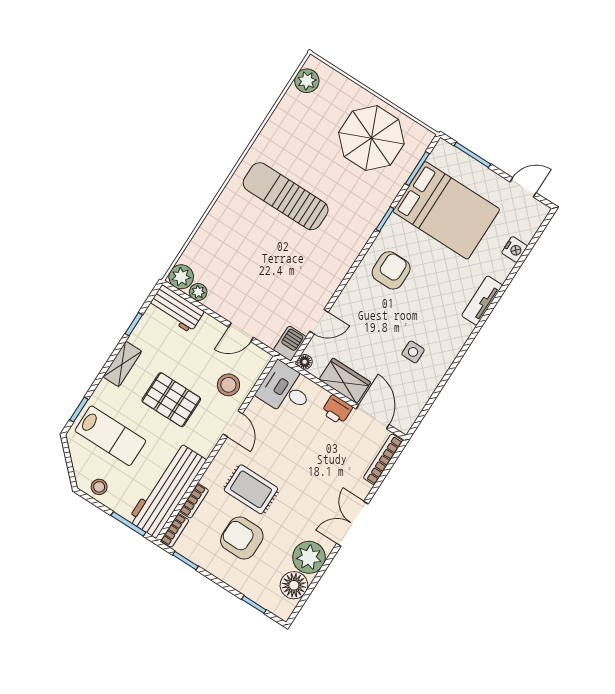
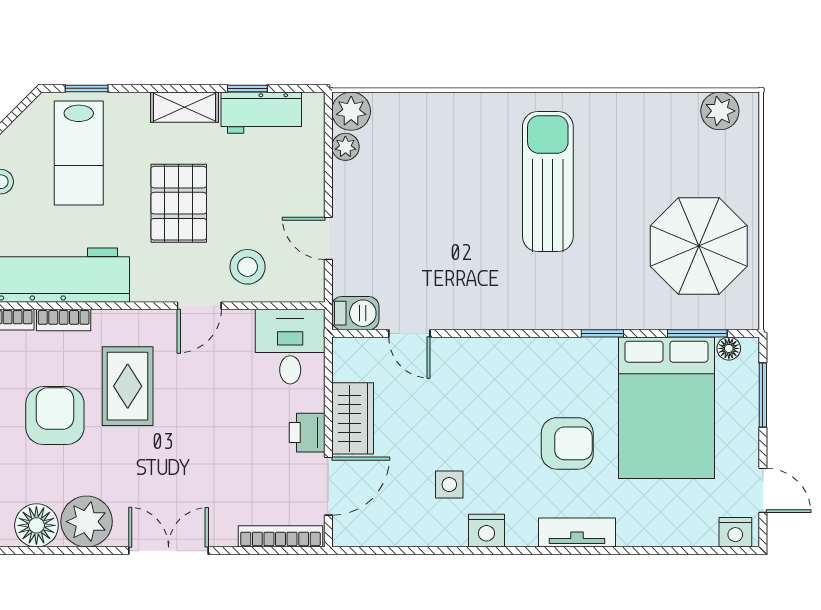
nightstand: (515, 249) -> (735, 532), moved
armchair: (391, 270) -> (567, 443), moved
workbench: (176, 309) -> (261, 113), moved, turned -90
nightstand: (450, 348) -> (486, 531), added
floor lamp: (305, 362) -> (729, 348), moved

